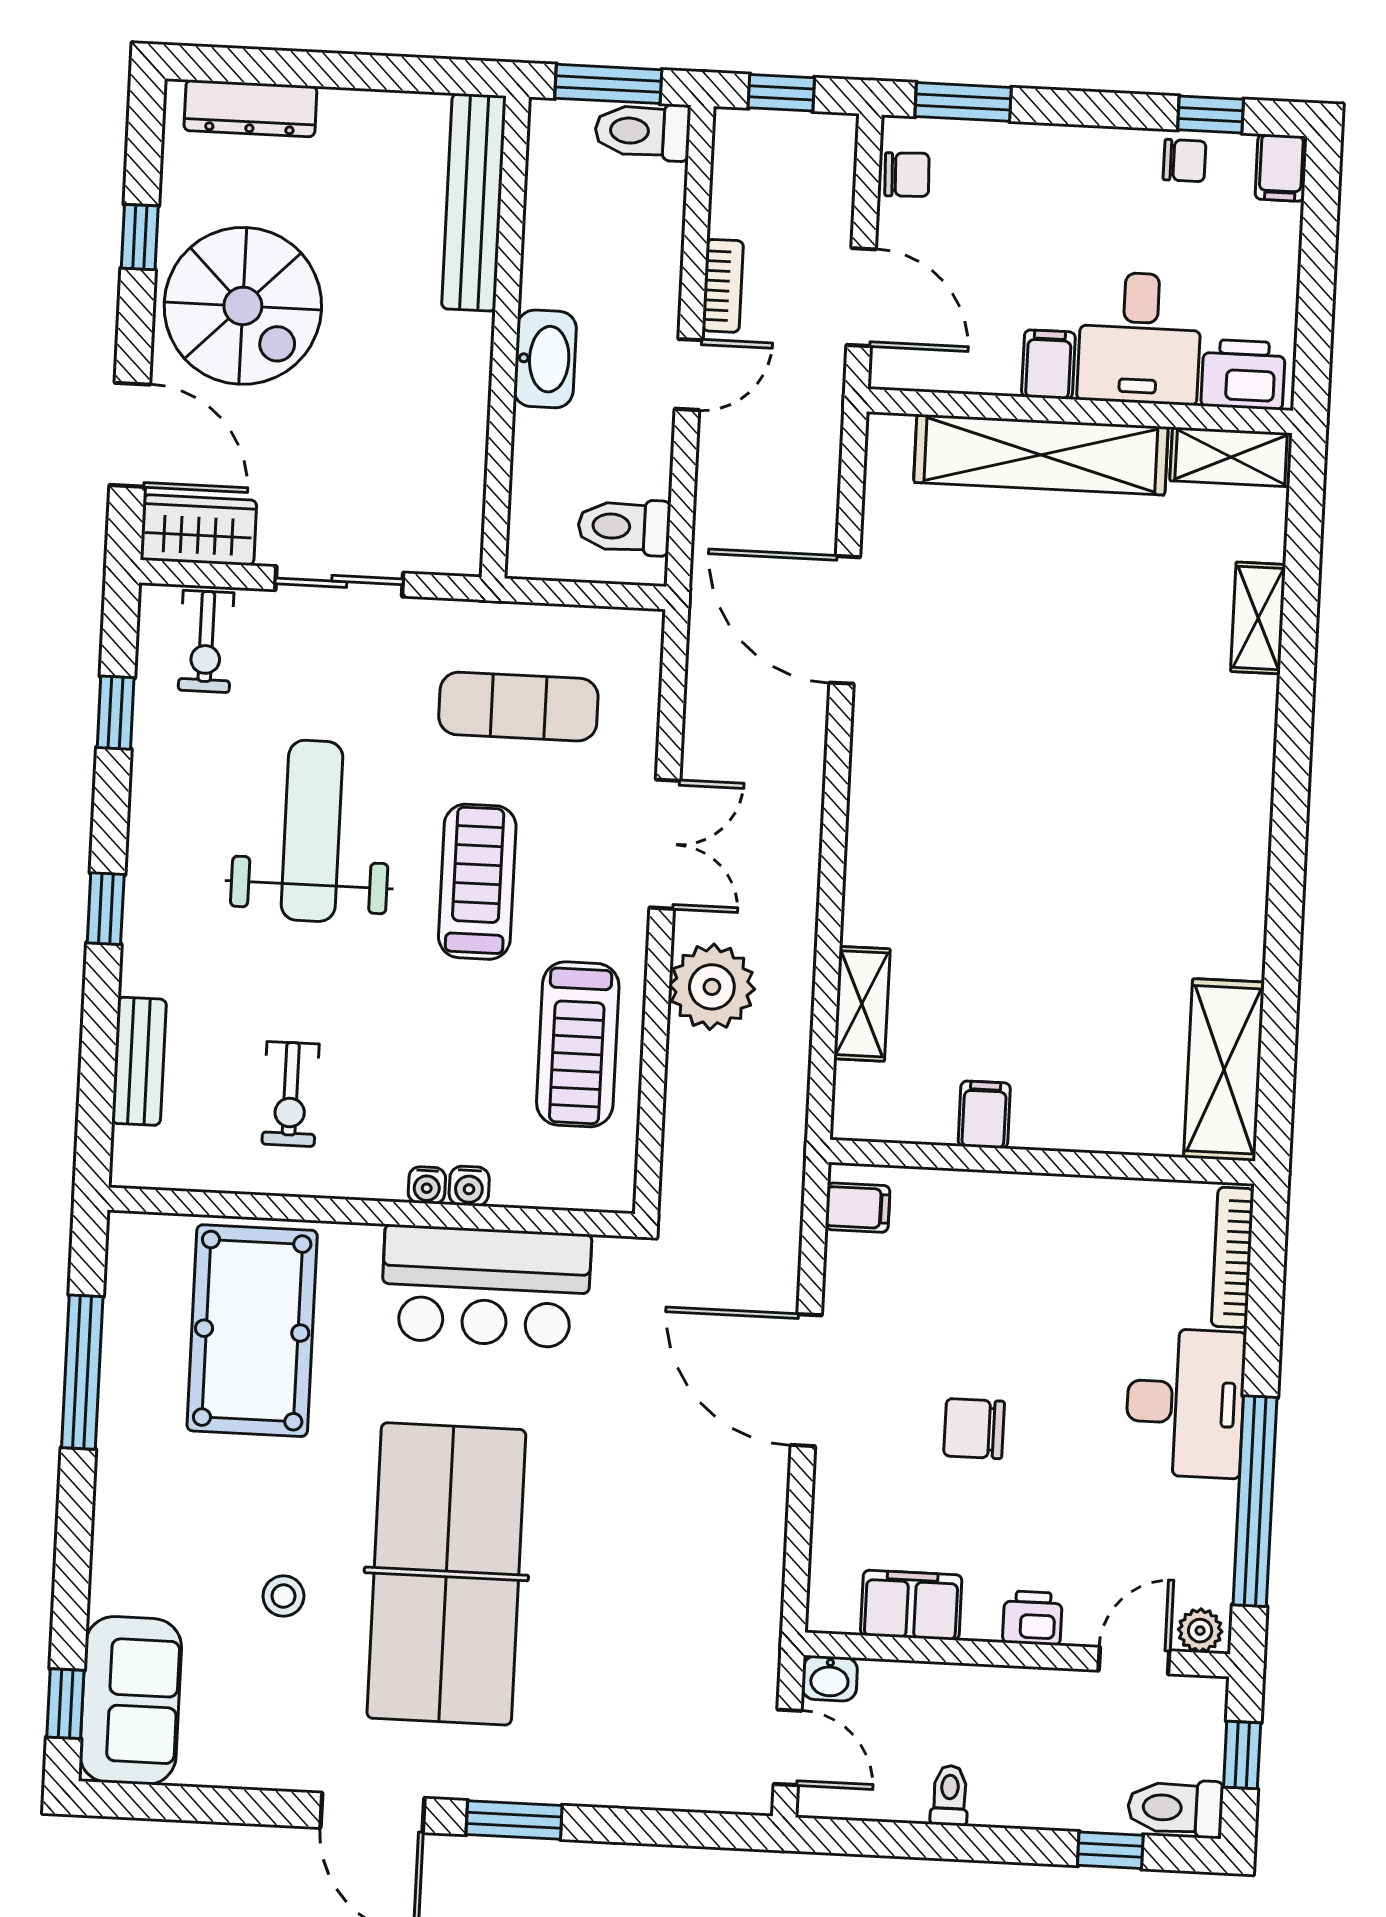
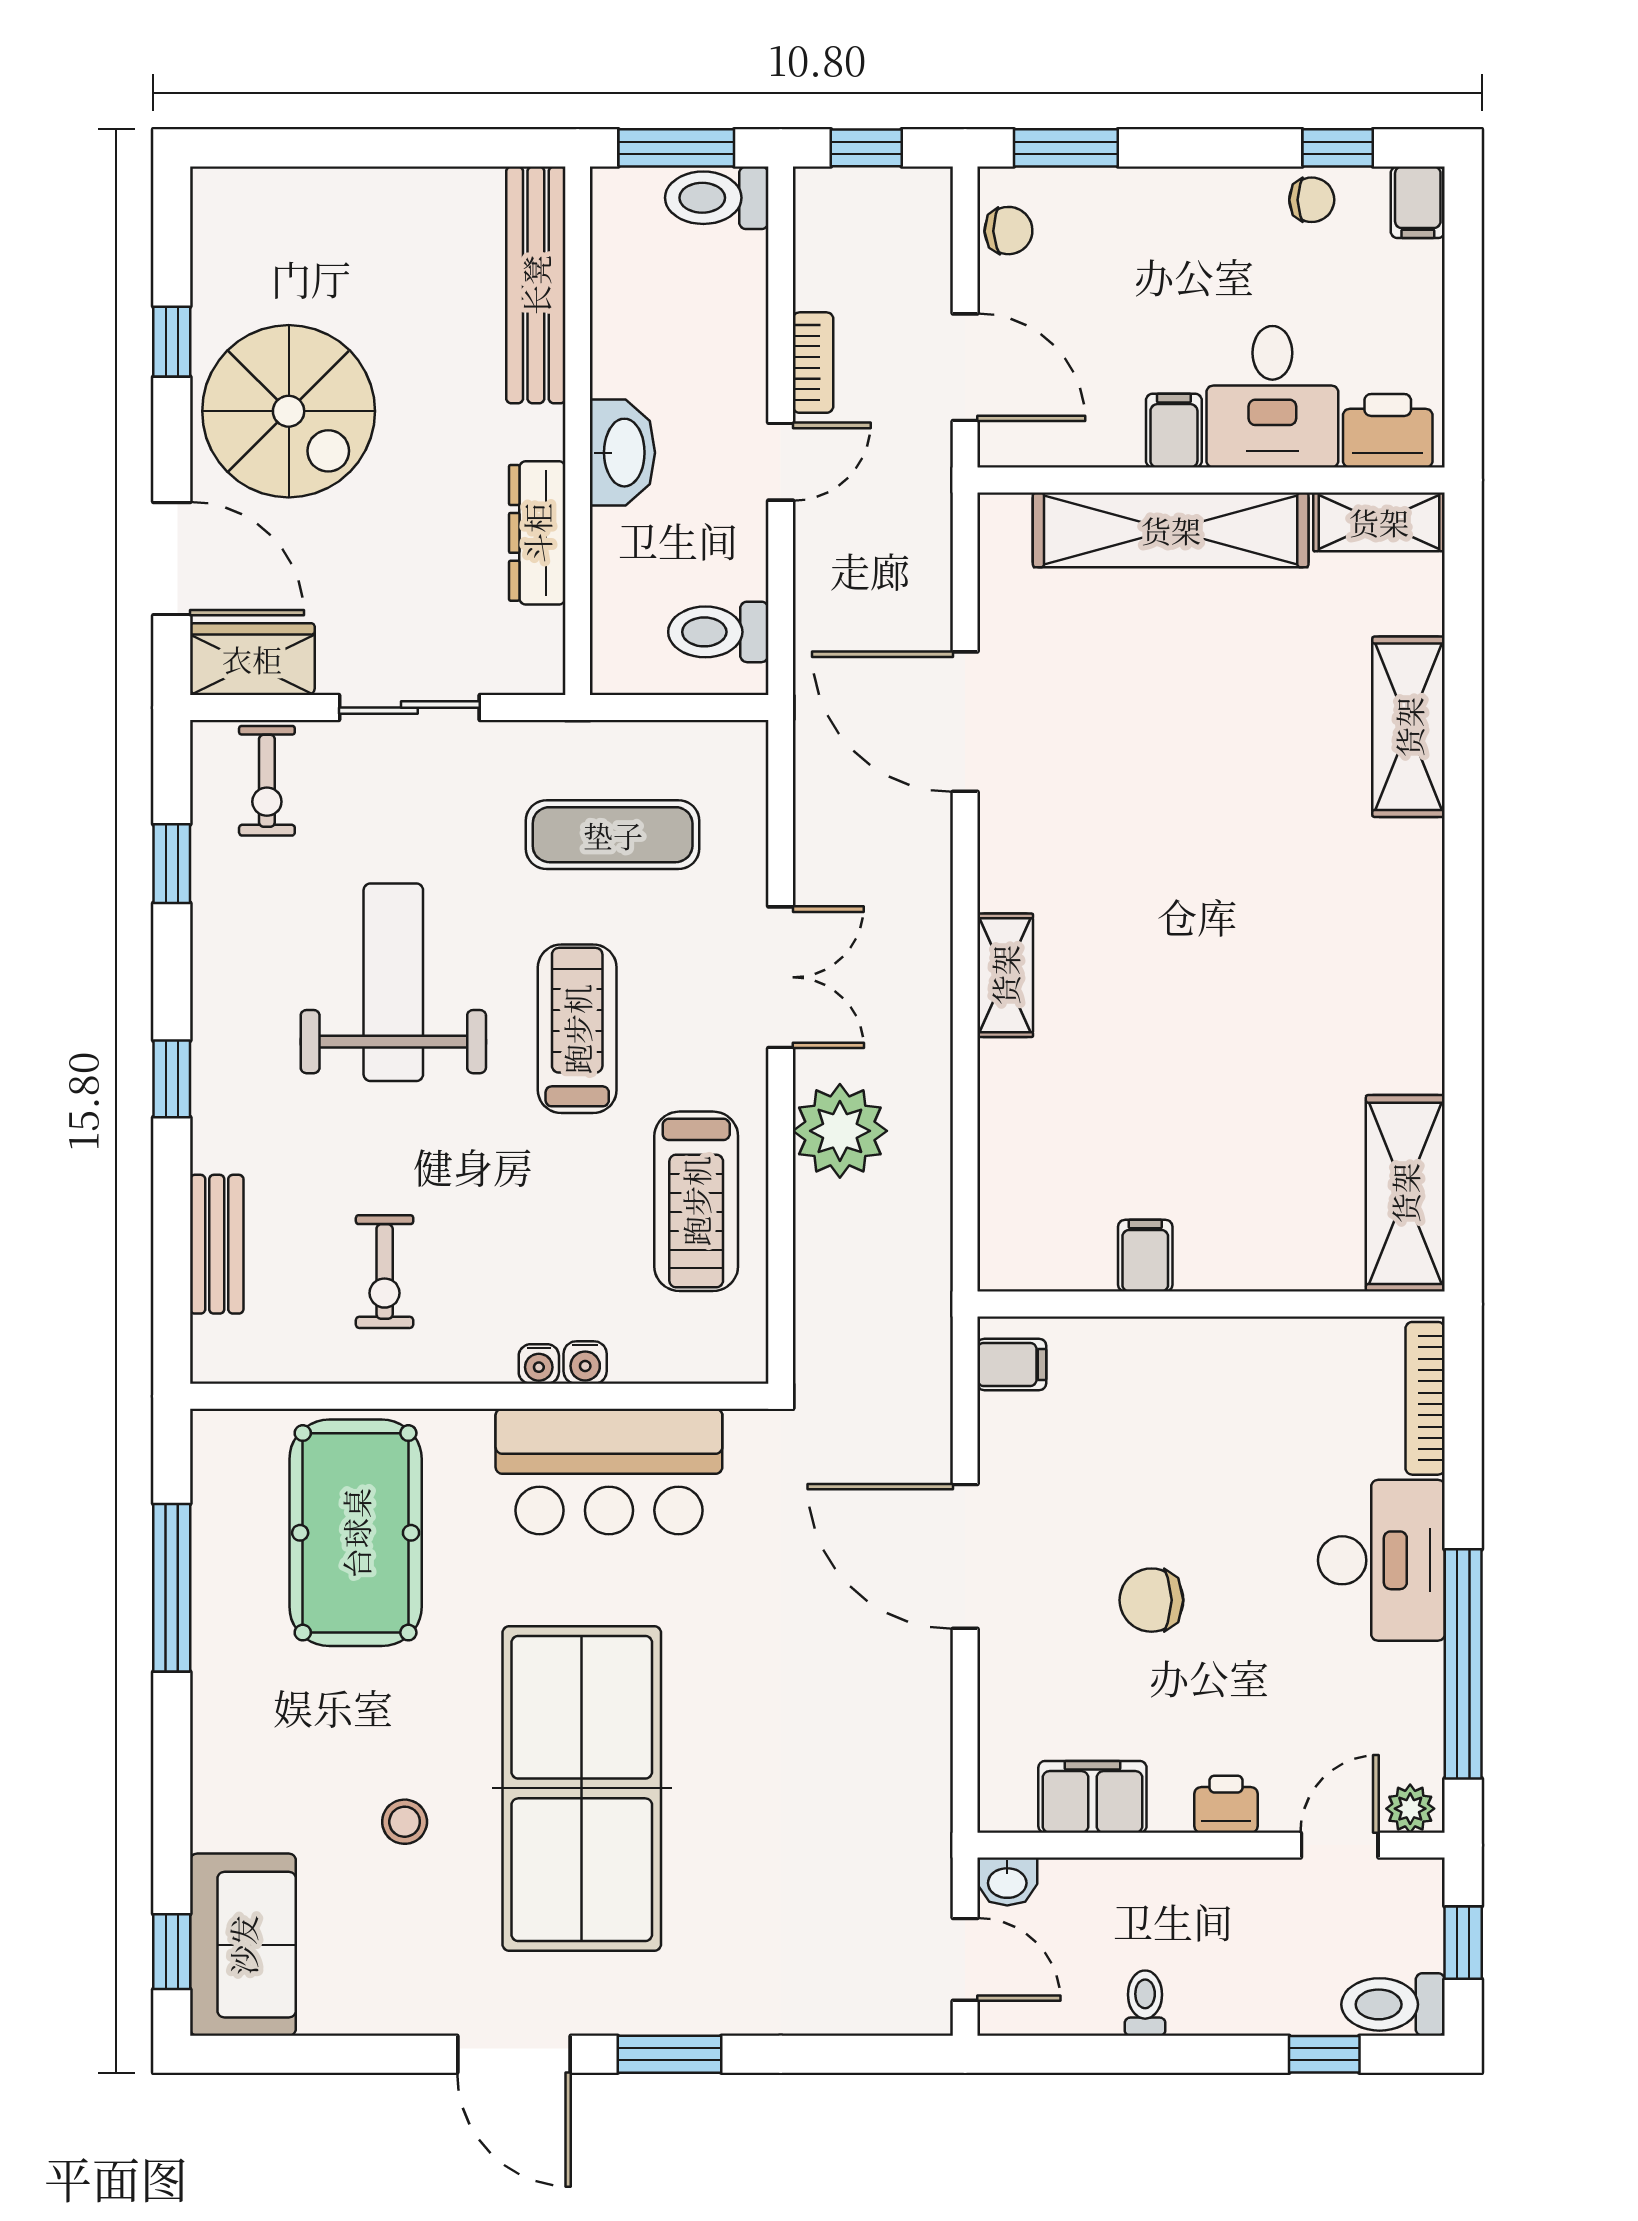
dresser: (250, 108) -> (537, 533), moved, turned 90
shelving: (1258, 618) -> (1409, 727), width x1.50, depth x1.33
shelving: (862, 1004) -> (1005, 975), moved

